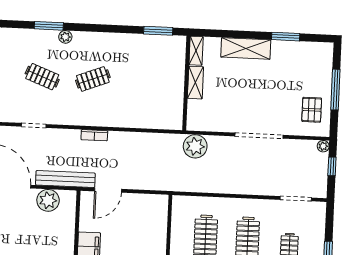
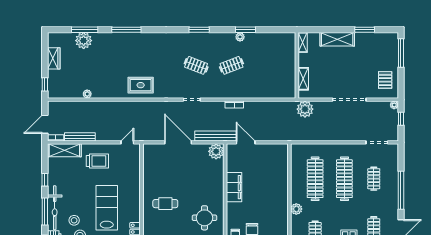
window: (158, 31) -> (246, 30), moved
plant: (65, 37) -> (240, 37), moved
shelving: (195, 83) -> (303, 79), moved
window: (335, 90) -> (401, 53), moved
door: (108, 190) -> (246, 142), swing flipped
plant: (48, 200) -> (216, 151), moved

